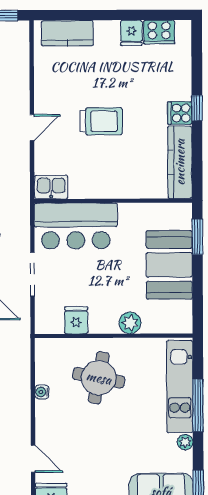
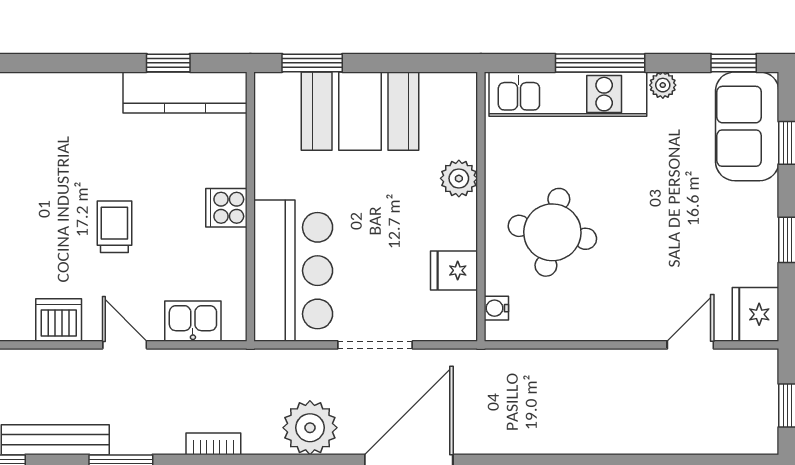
dishwasher: (46, 89) -> (59, 320), added
window: (197, 108) -> (168, 63), moved
cooker: (180, 113) -> (226, 208), moved, turned 90
trolley: (101, 121) -> (114, 227), width x0.73, depth x0.72
kitchen sink: (51, 187) -> (193, 321), moved, turned 90
water cooler: (42, 392) -> (496, 308), moved, turned 90

